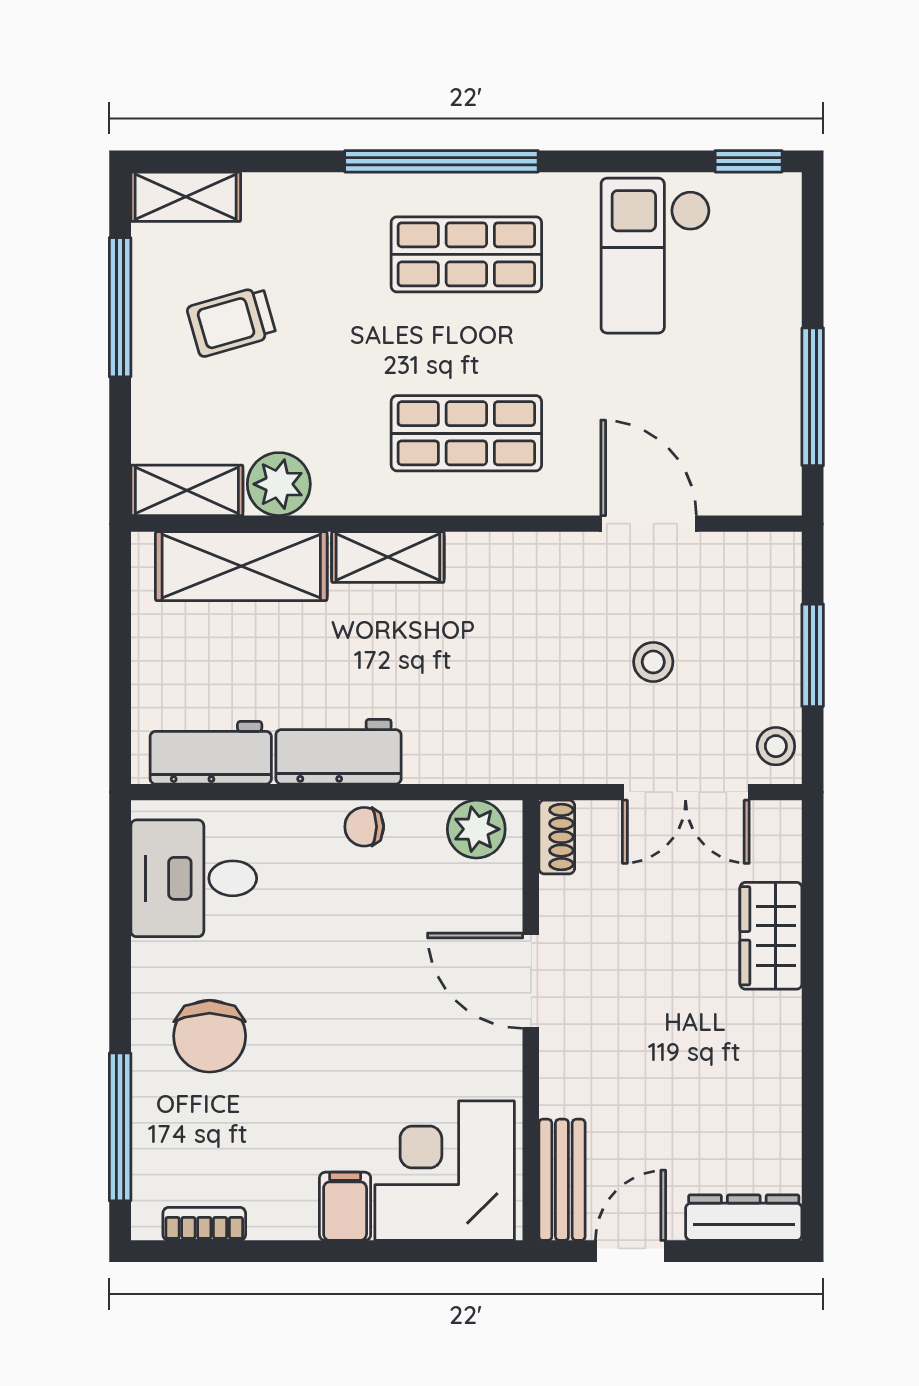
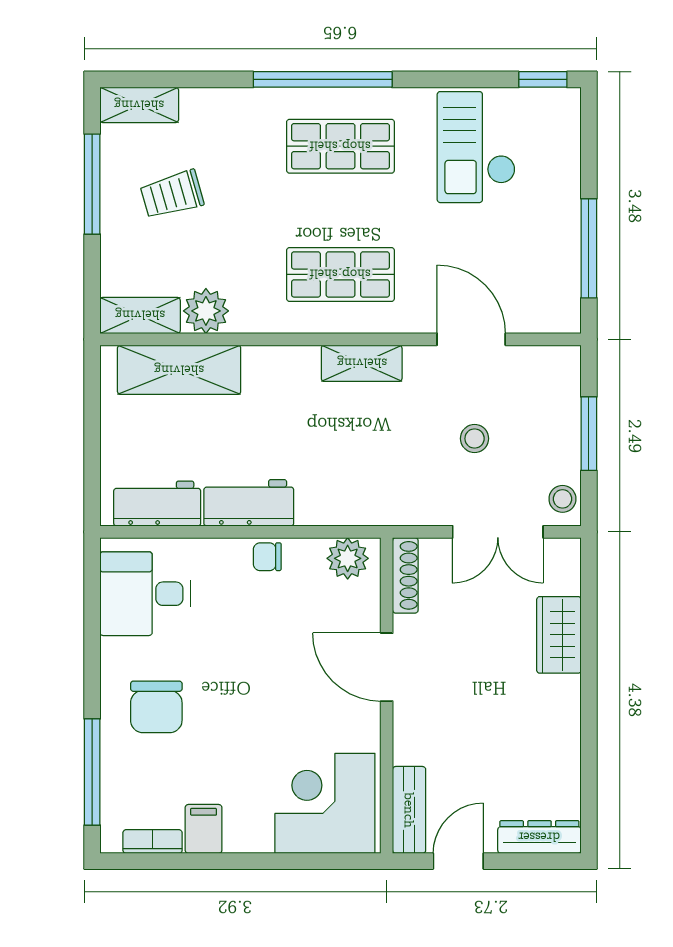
shelving: (388, 557) -> (362, 363), moved
shoe rack: (557, 837) -> (405, 575), width x1.43
filing cabinet: (345, 1206) -> (204, 829), moved

